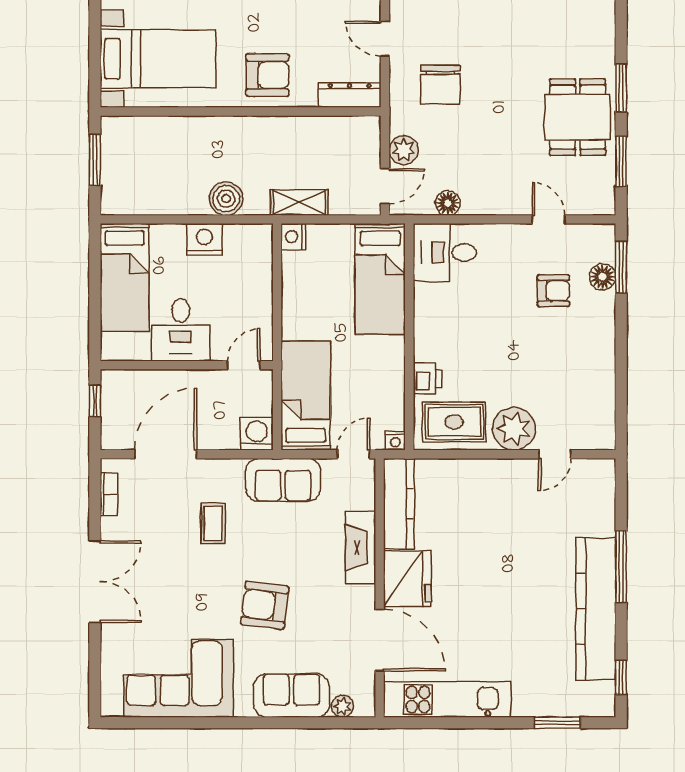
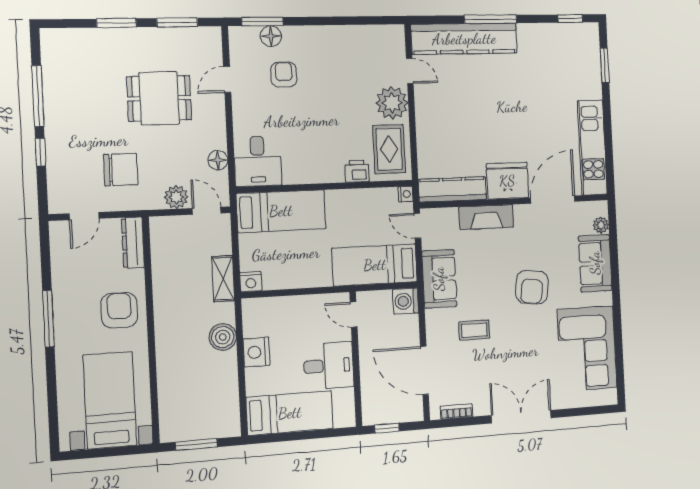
dining table: (578, 117) -> (159, 98), moved
kitchen counter: (596, 609) -> (464, 39), moved

